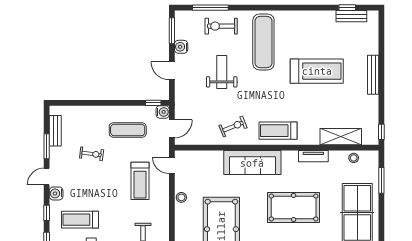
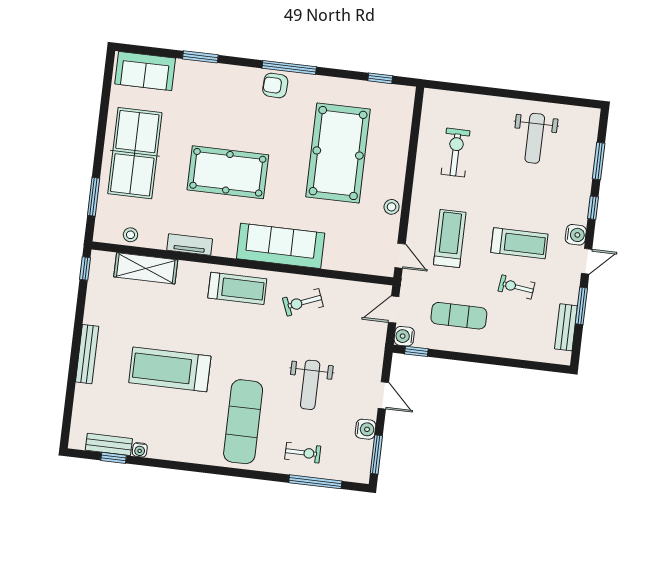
water cooler: (330, 15) -> (140, 450), added
exercise bike: (221, 26) -> (303, 453), width x0.73, depth x0.72
treadmill: (80, 220) -> (519, 243), moved

